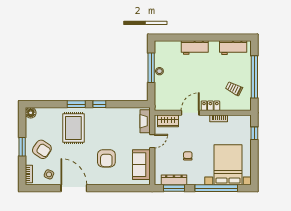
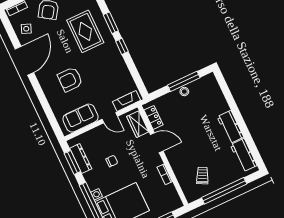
workbench: (195, 48) -> (230, 127), moved
locker: (210, 106) -> (153, 117), moved
rug: (73, 128) -> (85, 31), turned 90

